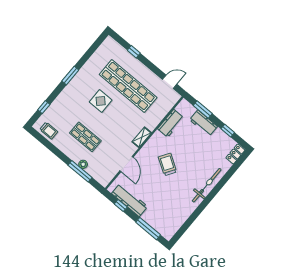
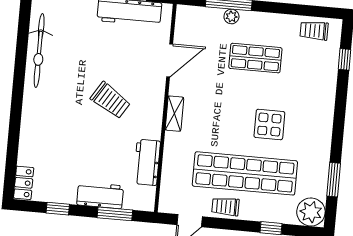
plant: (110, 46) -> (311, 212), added
window: (70, 76) -> (334, 180), moved
trolley: (148, 77) -> (225, 207), added
door: (127, 164) -> (170, 60), swing flipped
bicycle: (207, 185) -> (39, 50), moved

